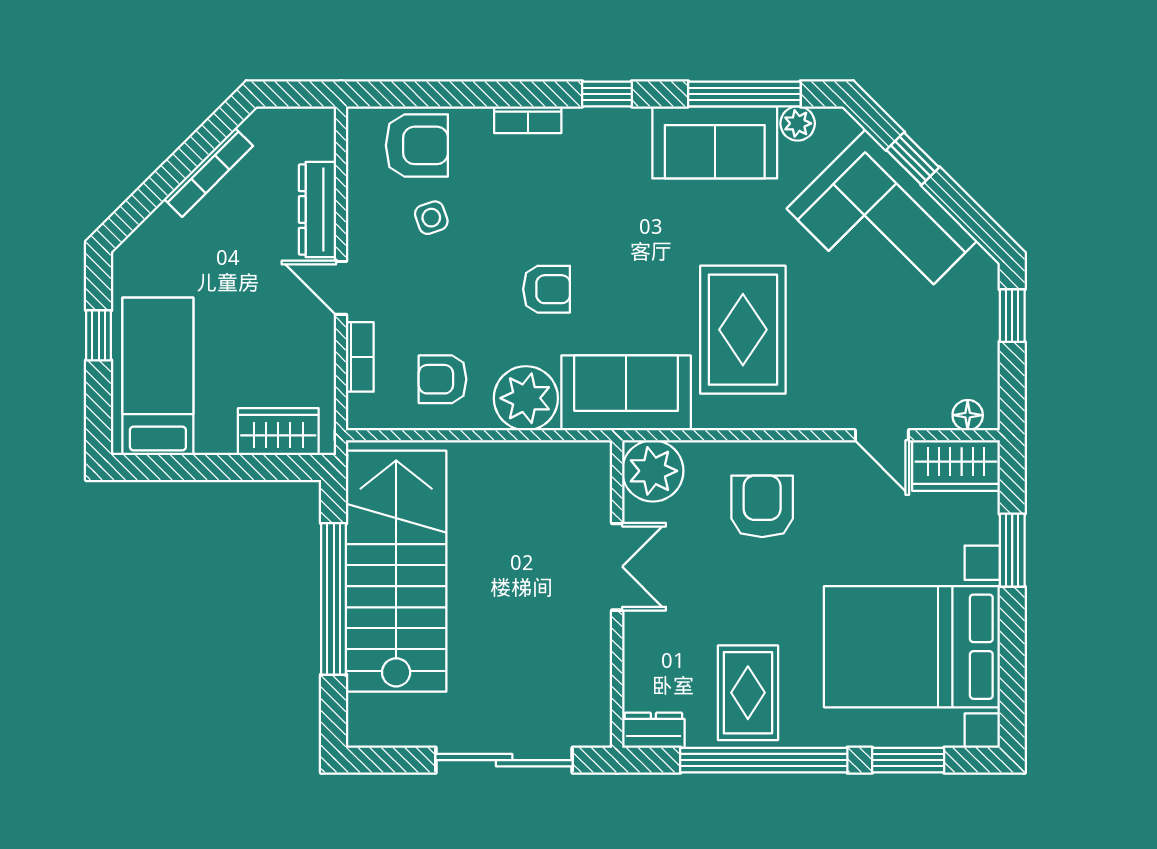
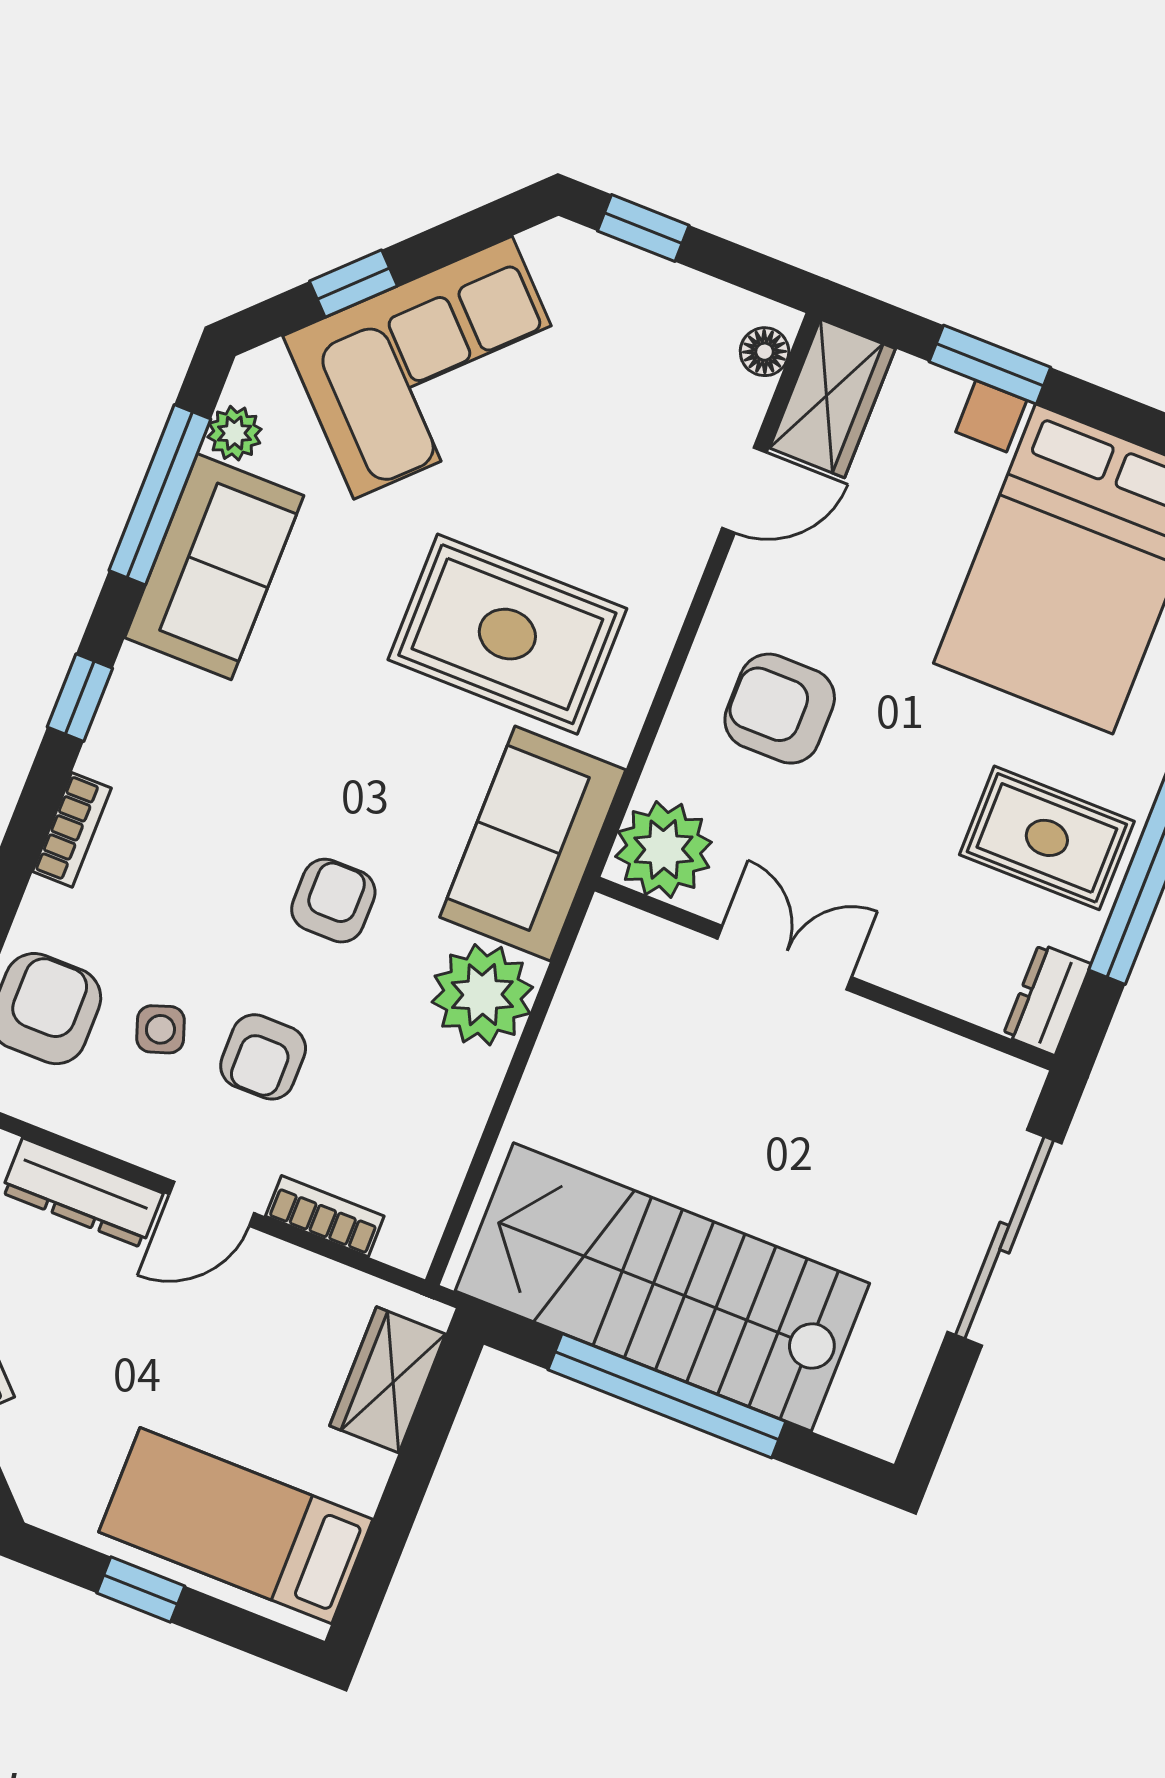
armchair: (443, 379) -> (263, 1057), moved

